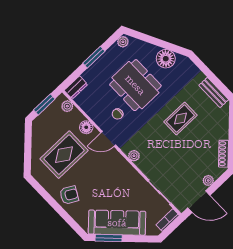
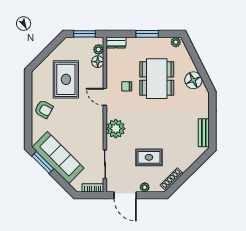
rug: (180, 119) -> (149, 157), moved
floor lamp: (86, 127) -> (98, 62), moved
rug: (64, 155) -> (66, 79), turned 90
plant: (134, 156) -> (116, 129), width x1.88, depth x1.88

